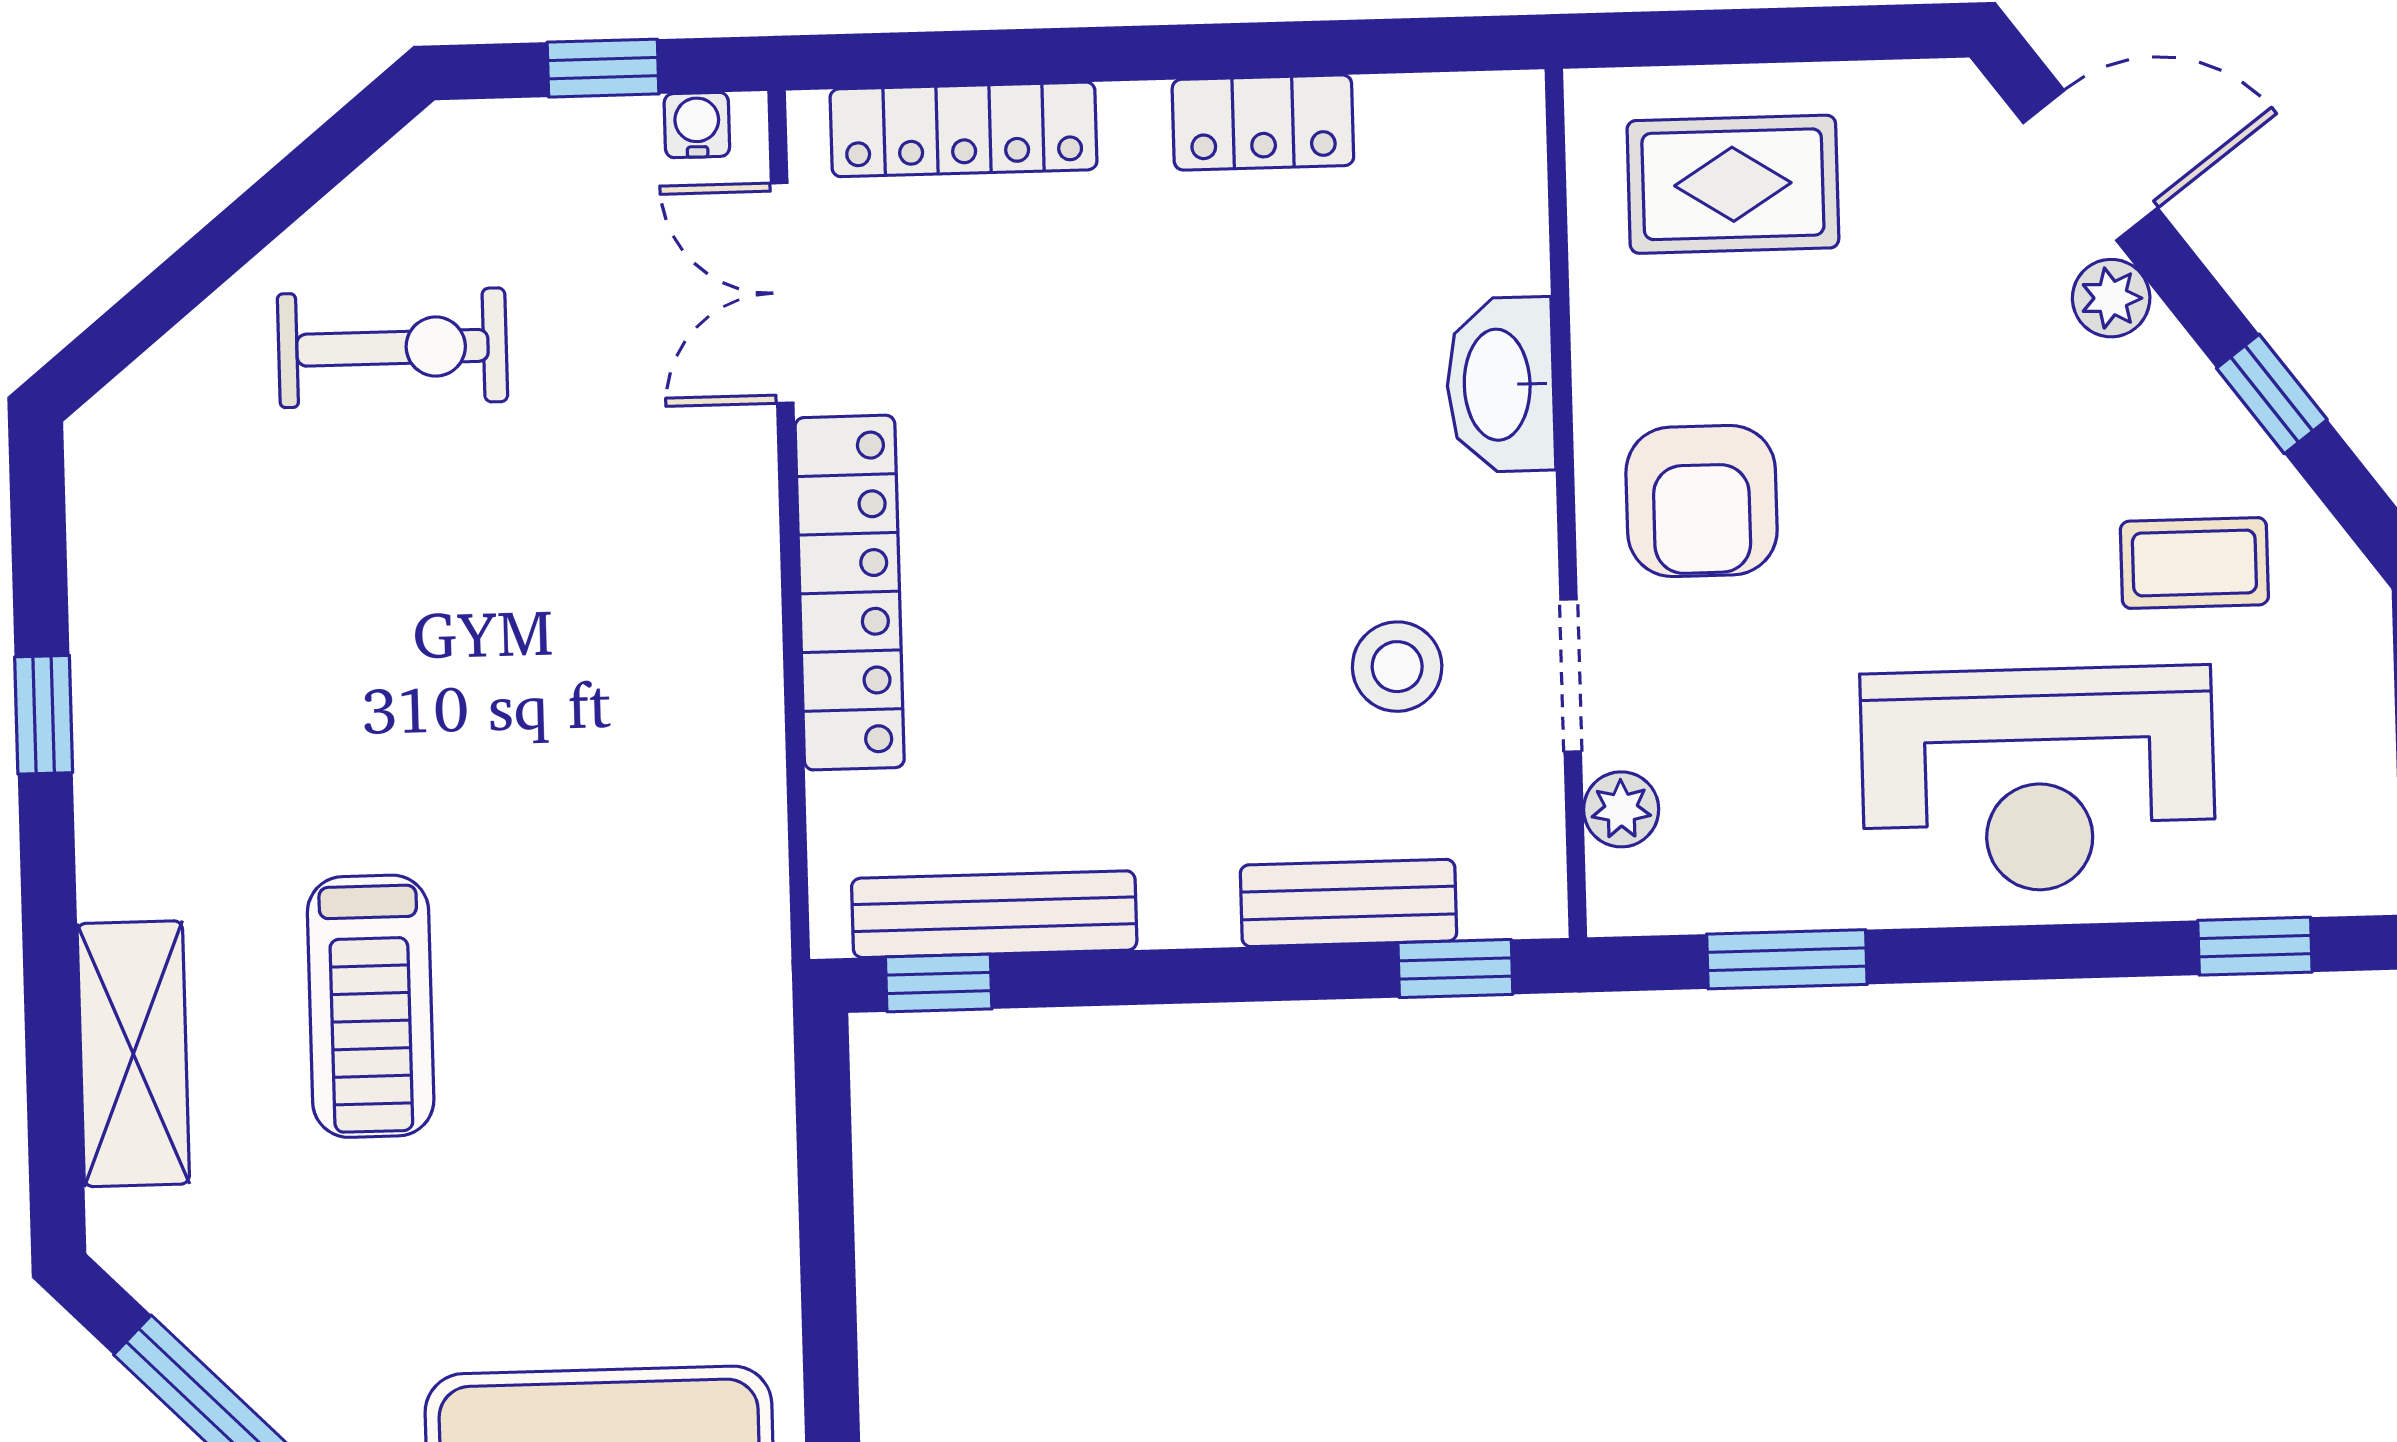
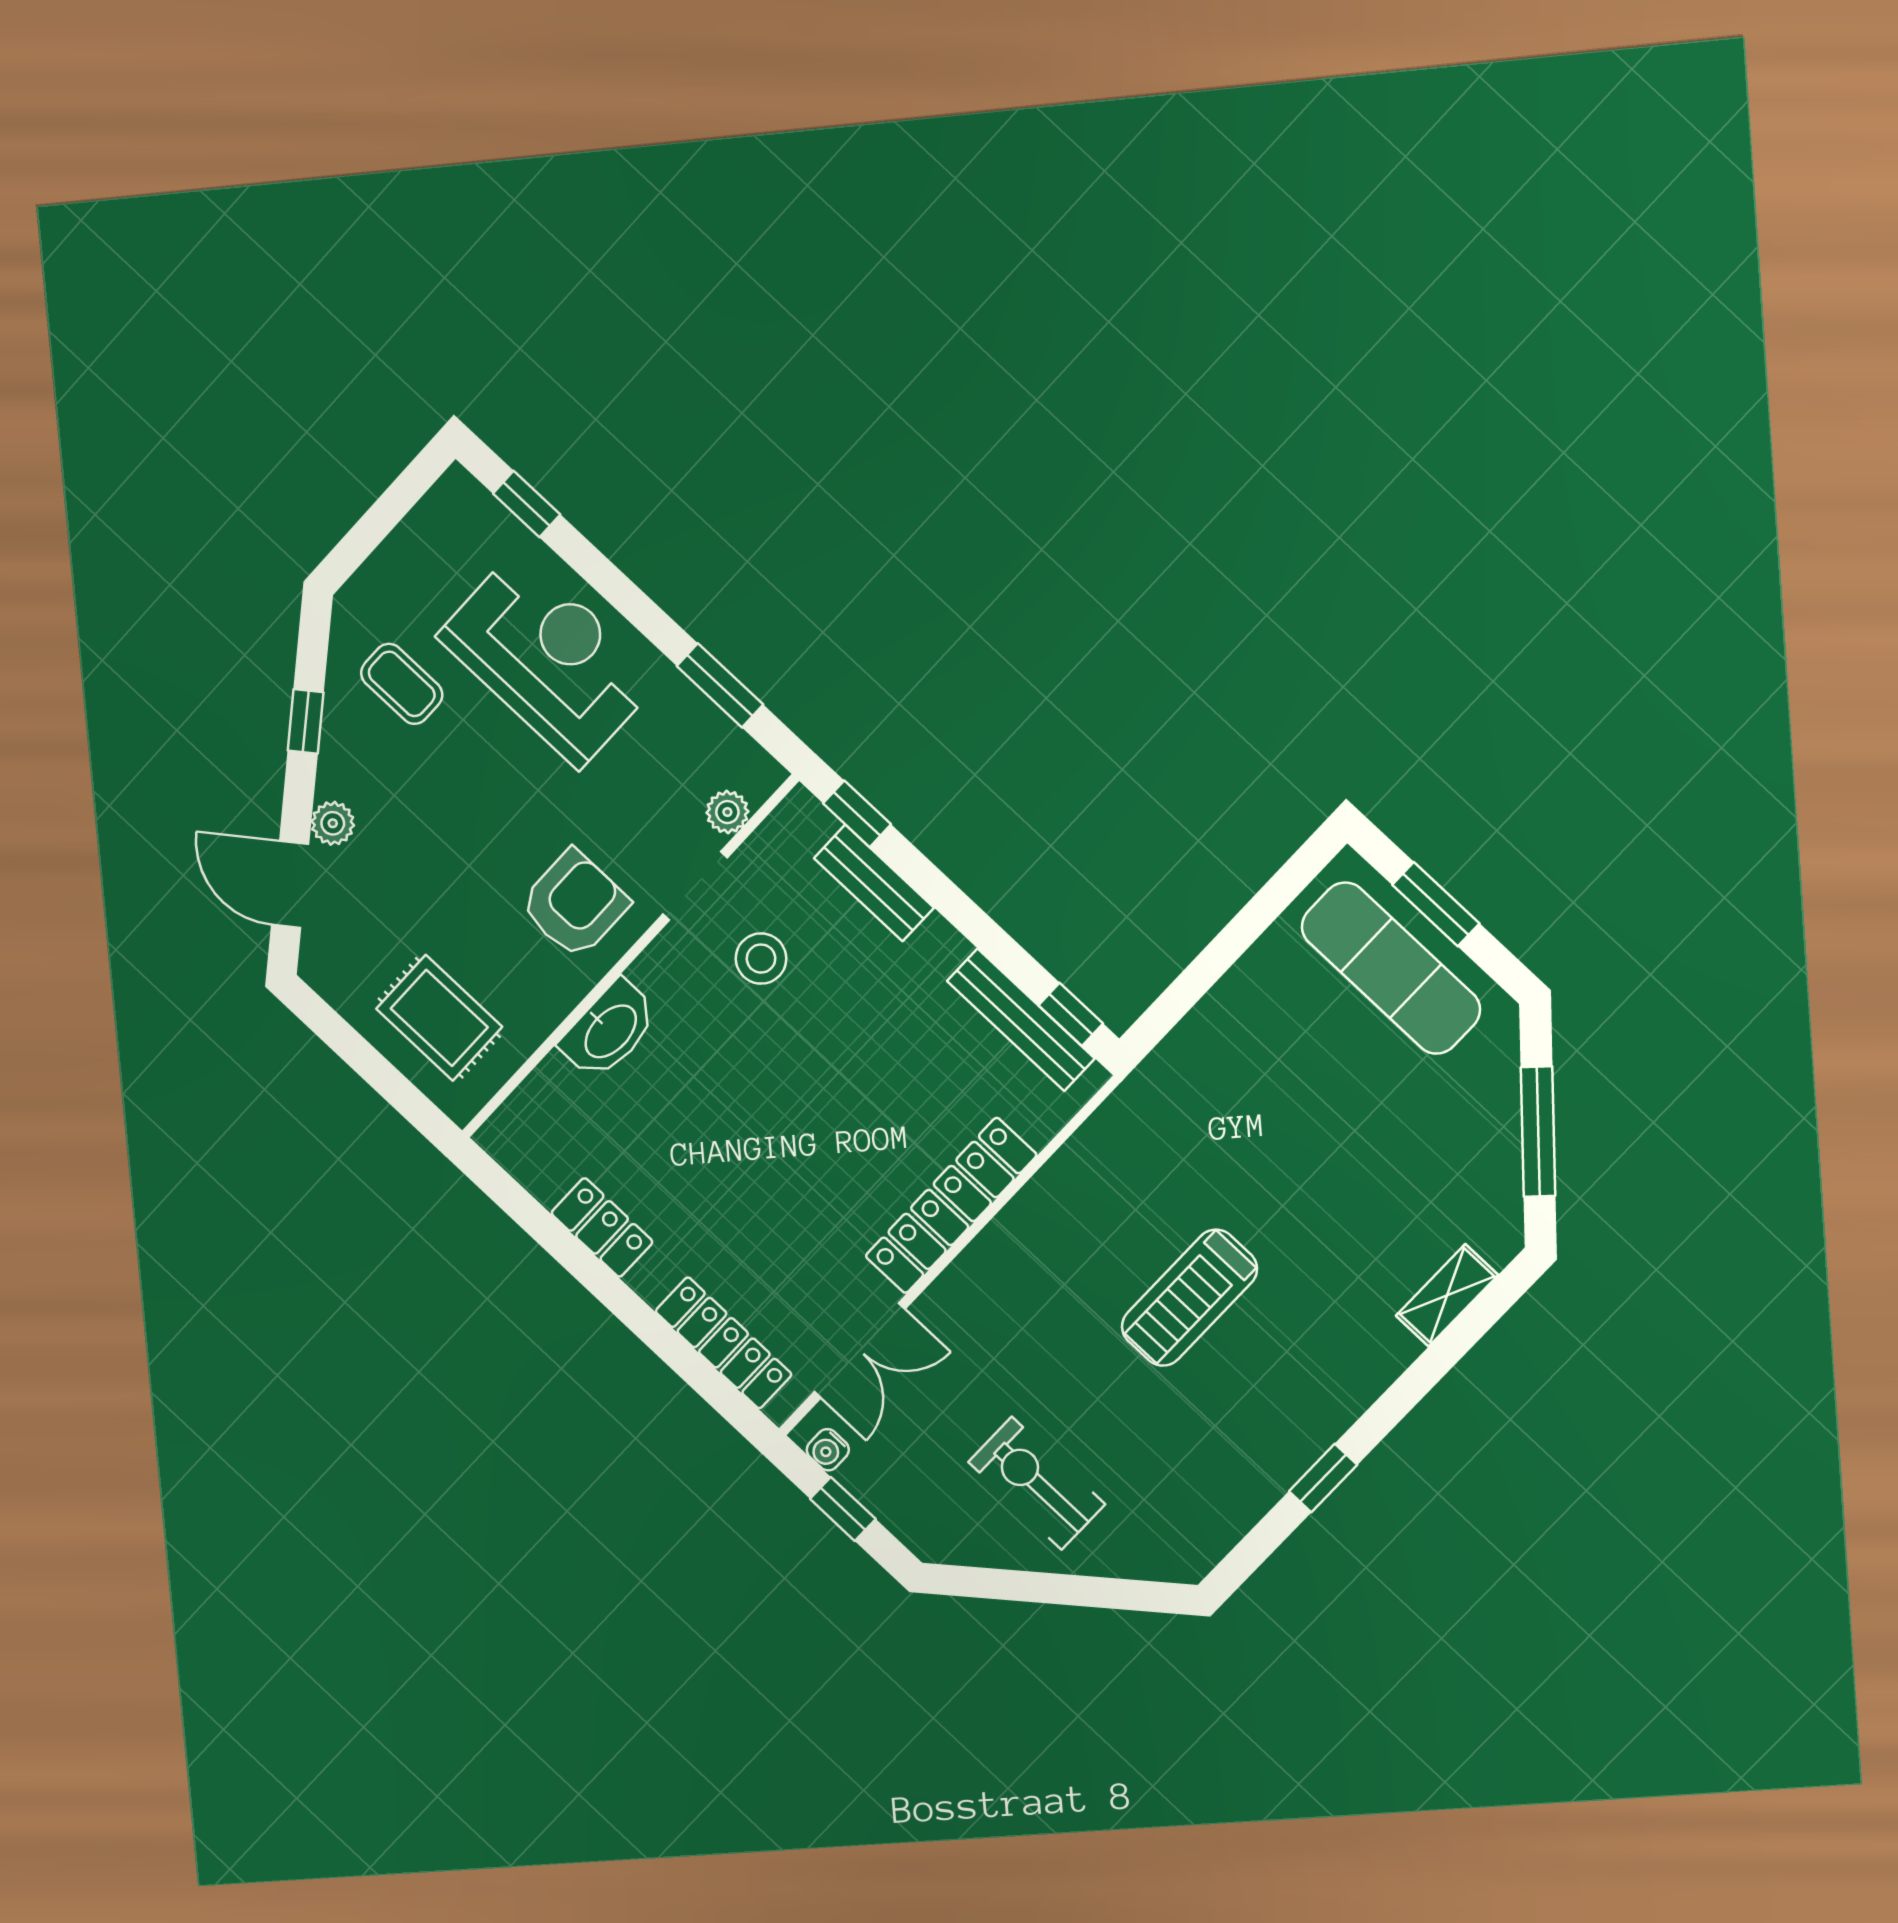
treadmill: (371, 1006) -> (1189, 1298), moved, turned 180
shelving: (133, 1054) -> (1447, 1295), width x0.67, depth x0.75

